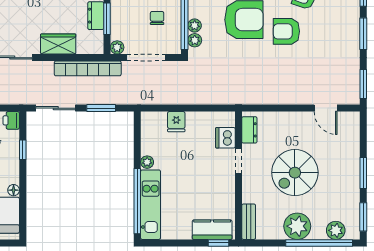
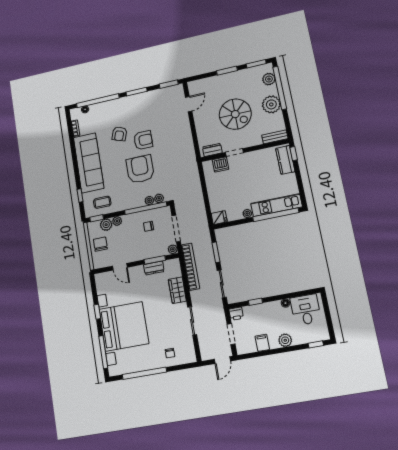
armchair: (286, 31) -> (143, 140), turned -90
fridge: (176, 122) -> (219, 218), moved

